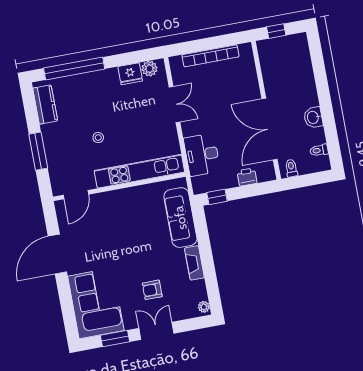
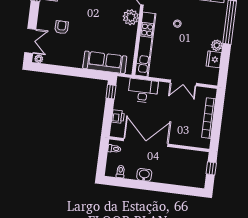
plant: (149, 69) -> (217, 45), moved
plant: (109, 202) -> (131, 17), added
fireplace: (194, 263) -> (71, 62), removed
double door: (156, 331) -> (30, 41), moved

